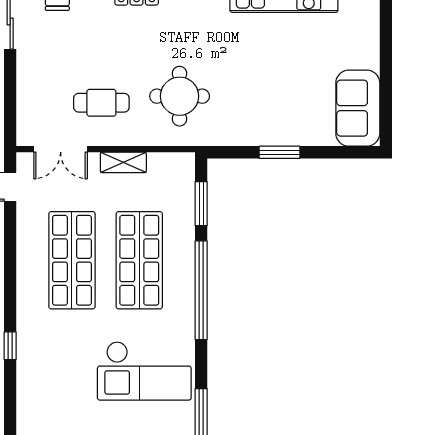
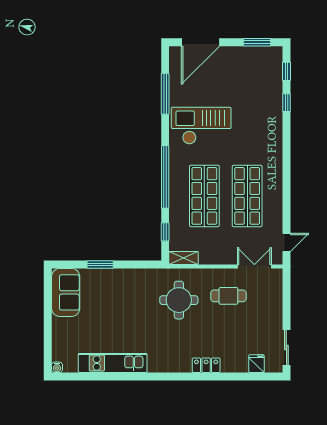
window: (279, 152) -> (100, 264), moved
shelving: (123, 162) -> (184, 258), moved
window: (201, 204) -> (165, 232), width x0.67
window: (10, 346) -> (286, 103), moved

